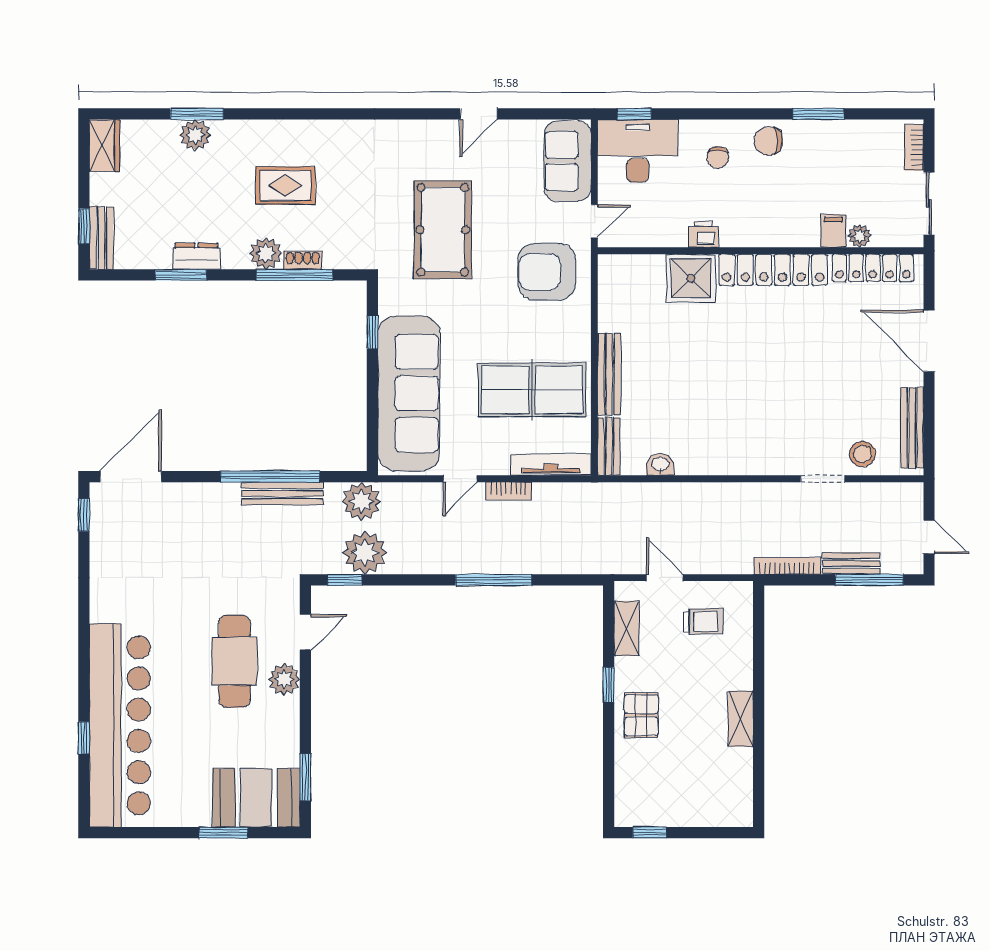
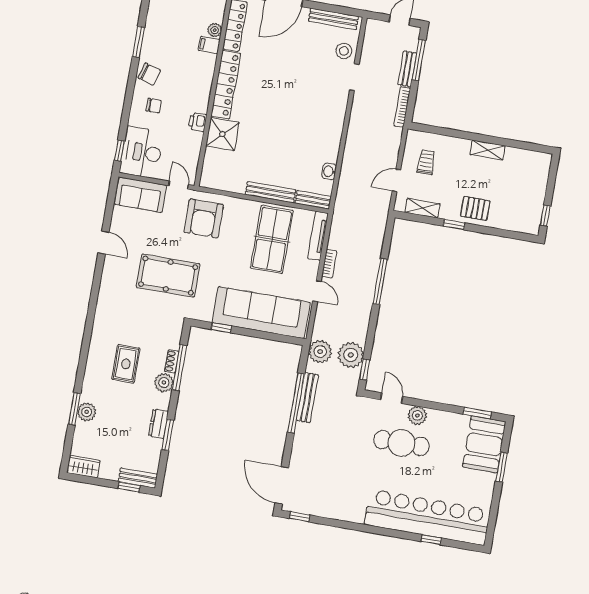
chair: (768, 141) -> (149, 74), turned -73

